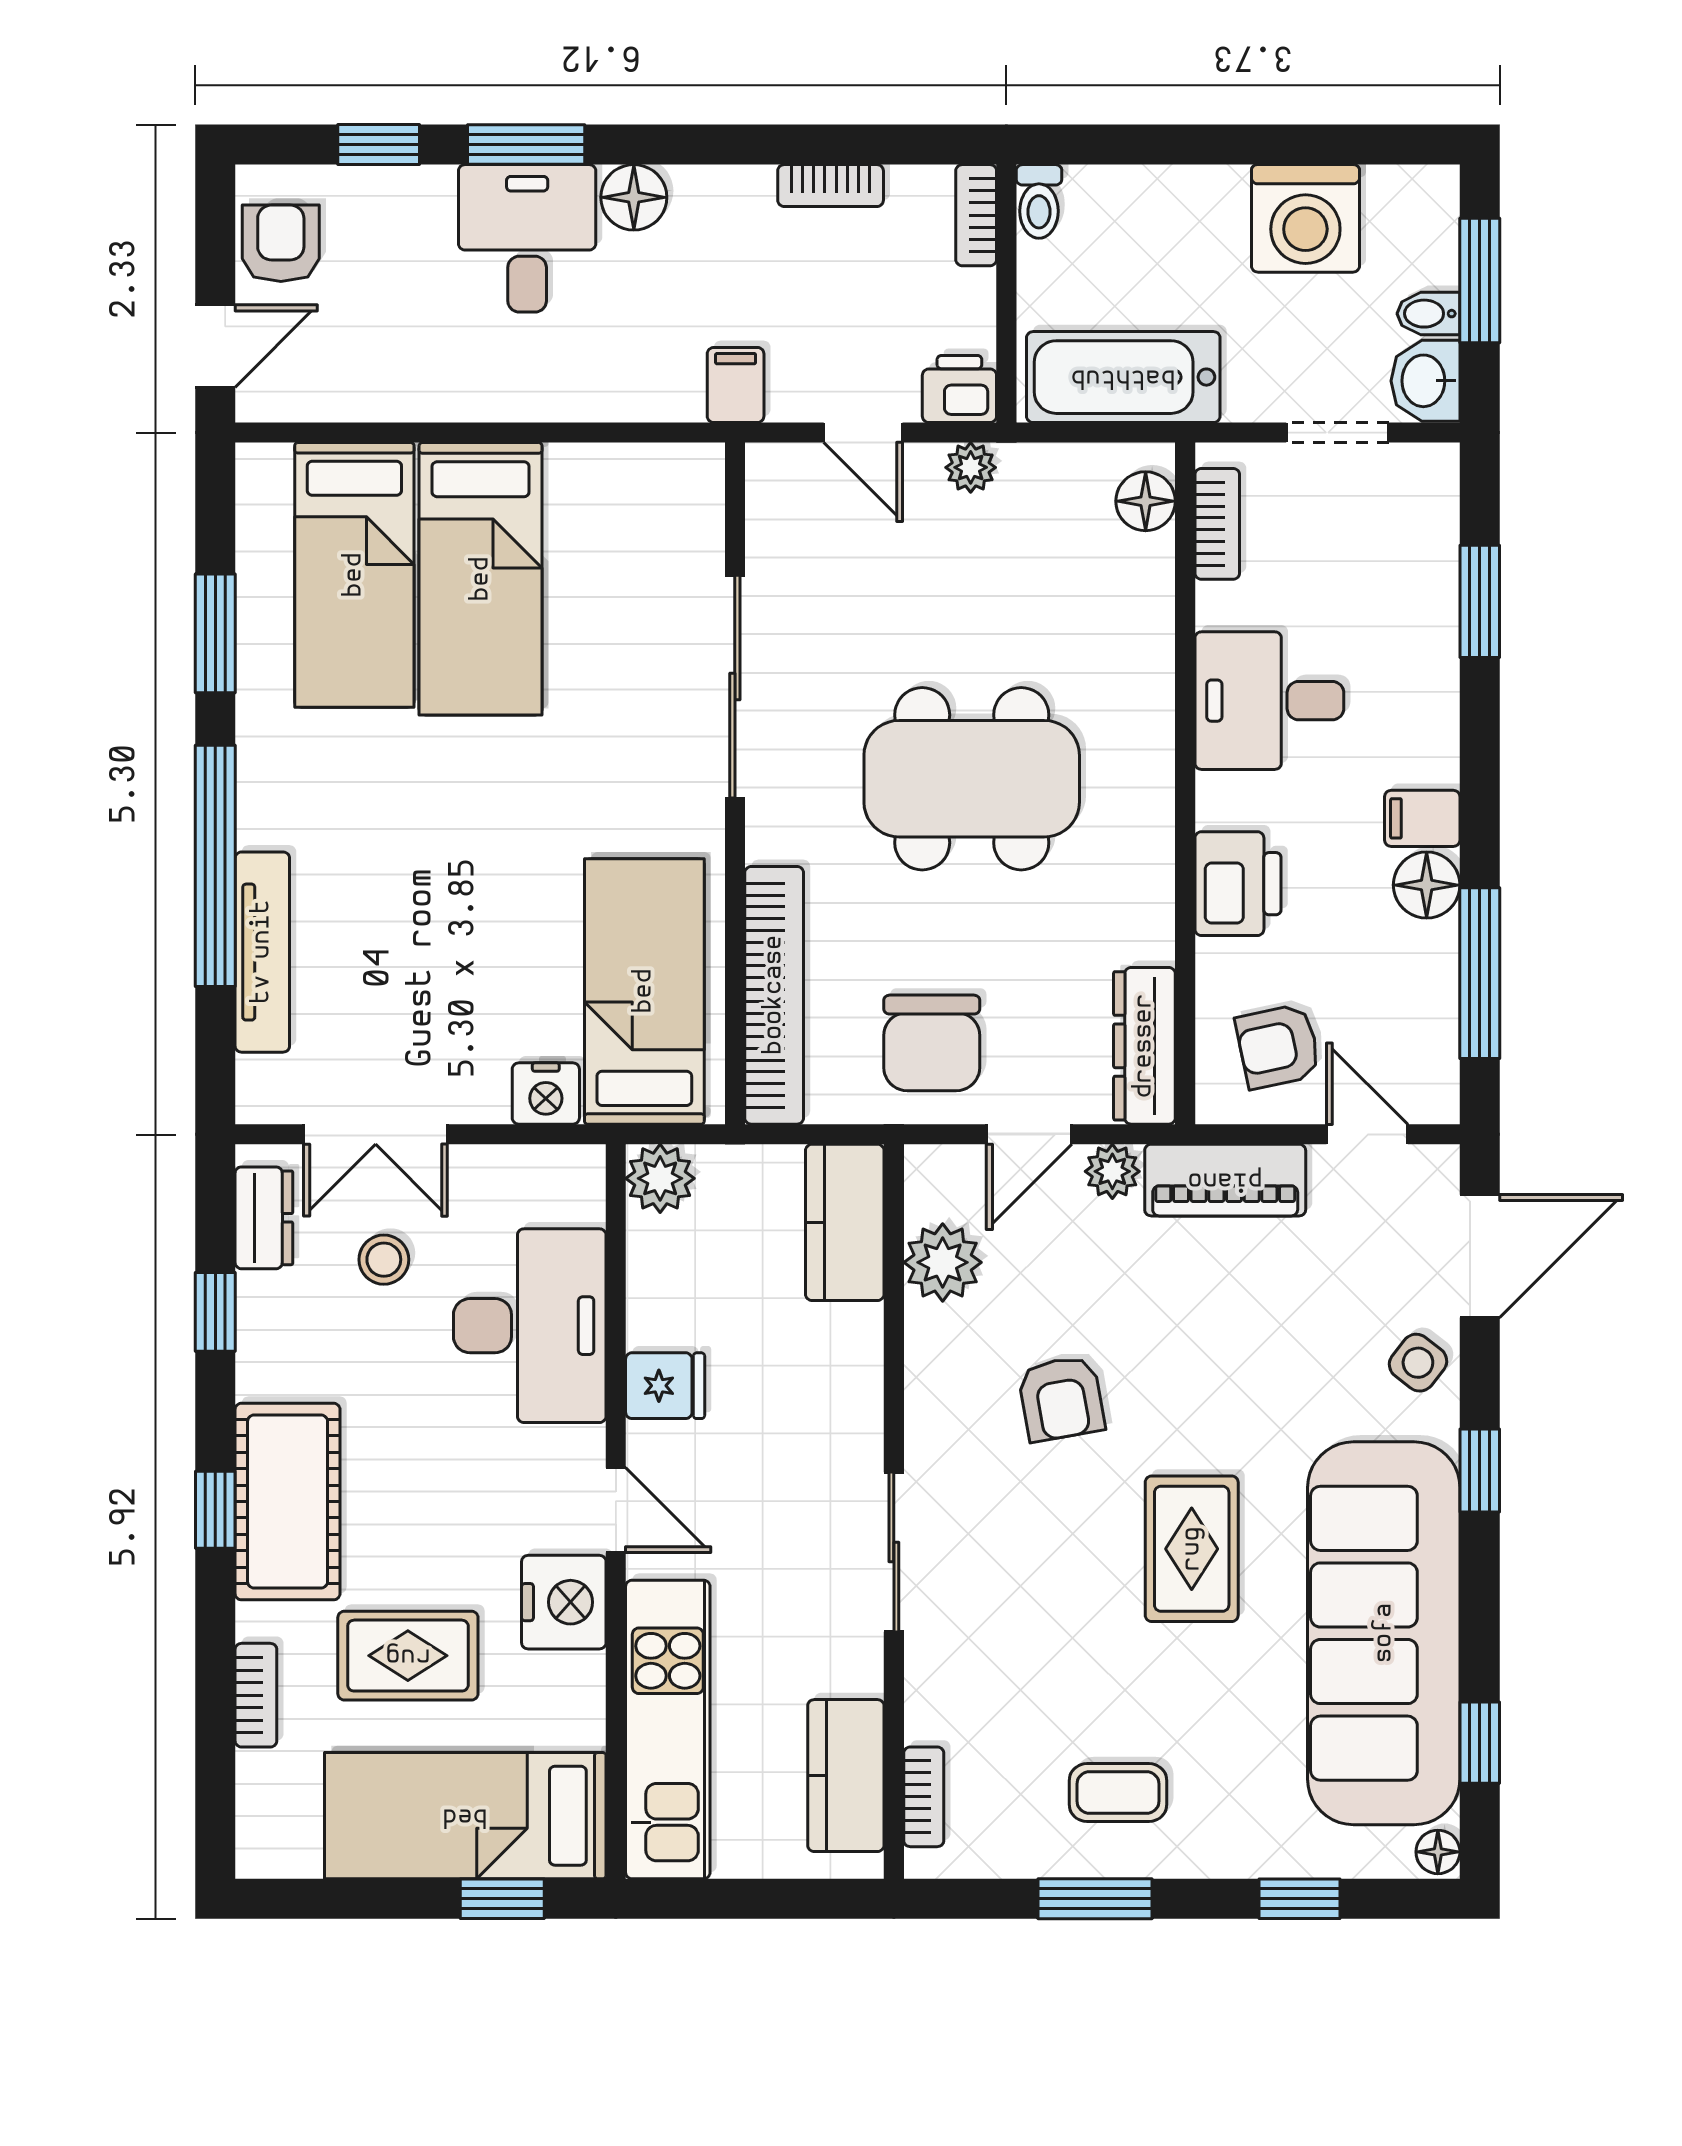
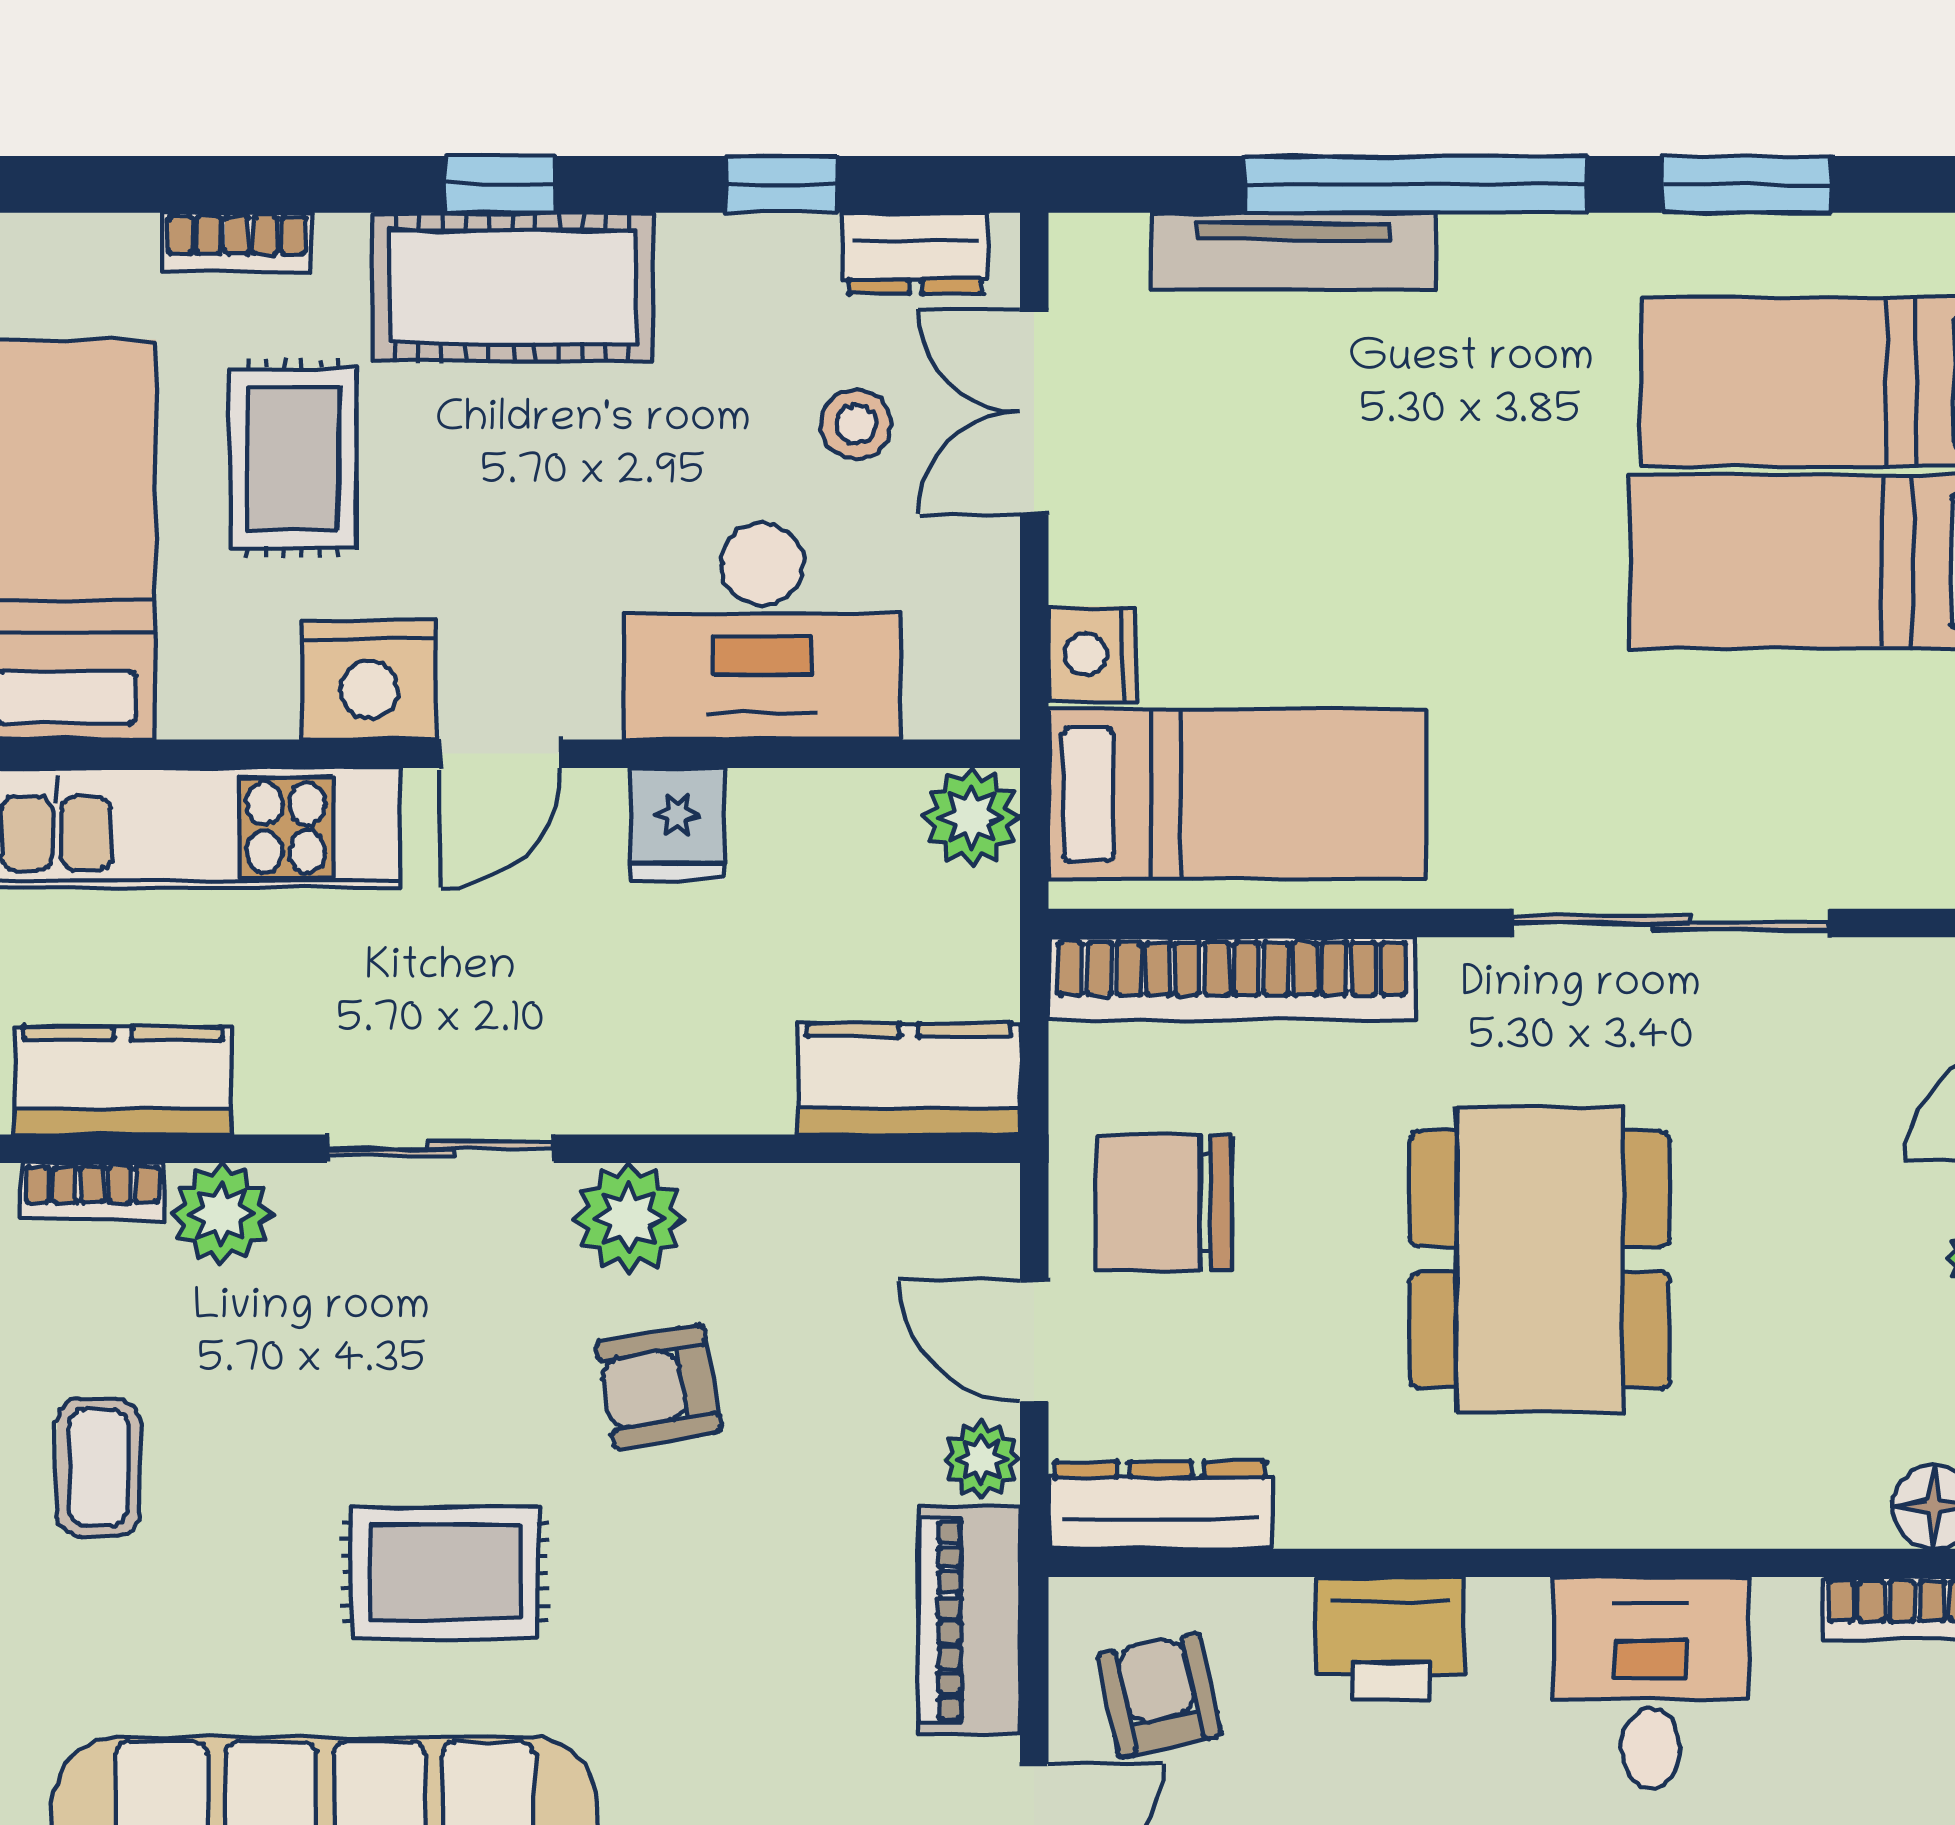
plant: (943, 1262) -> (629, 1218), moved
plant: (939, 1706) -> (222, 1214), added

